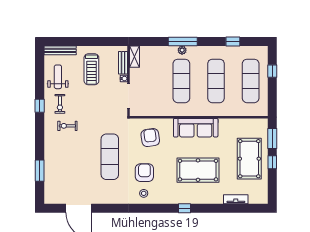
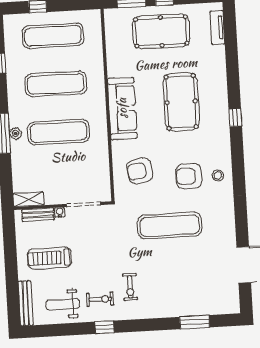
treadmill: (91, 69) -> (49, 258), turned 180
tv unit: (236, 199) -> (217, 28), moved

